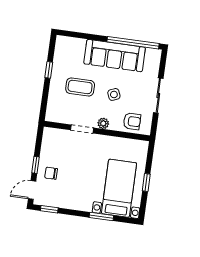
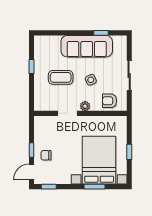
window: (133, 43) -> (101, 33), width x0.32
armchair: (132, 121) -> (110, 101), turned 180
bed with nightstands: (119, 188) -> (99, 160), width x1.36

